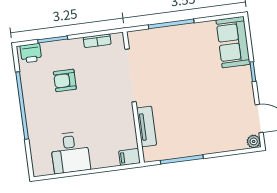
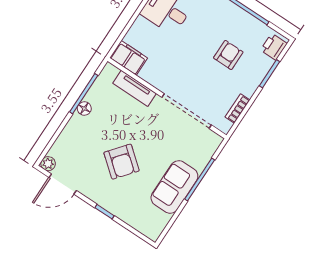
sofa: (233, 42) -> (174, 187), moved, turned -90
armchair: (207, 90) -> (122, 162), added
floor lamp: (192, 150) -> (84, 108), added
filing cabinet: (129, 157) -> (129, 58), width x2.00

